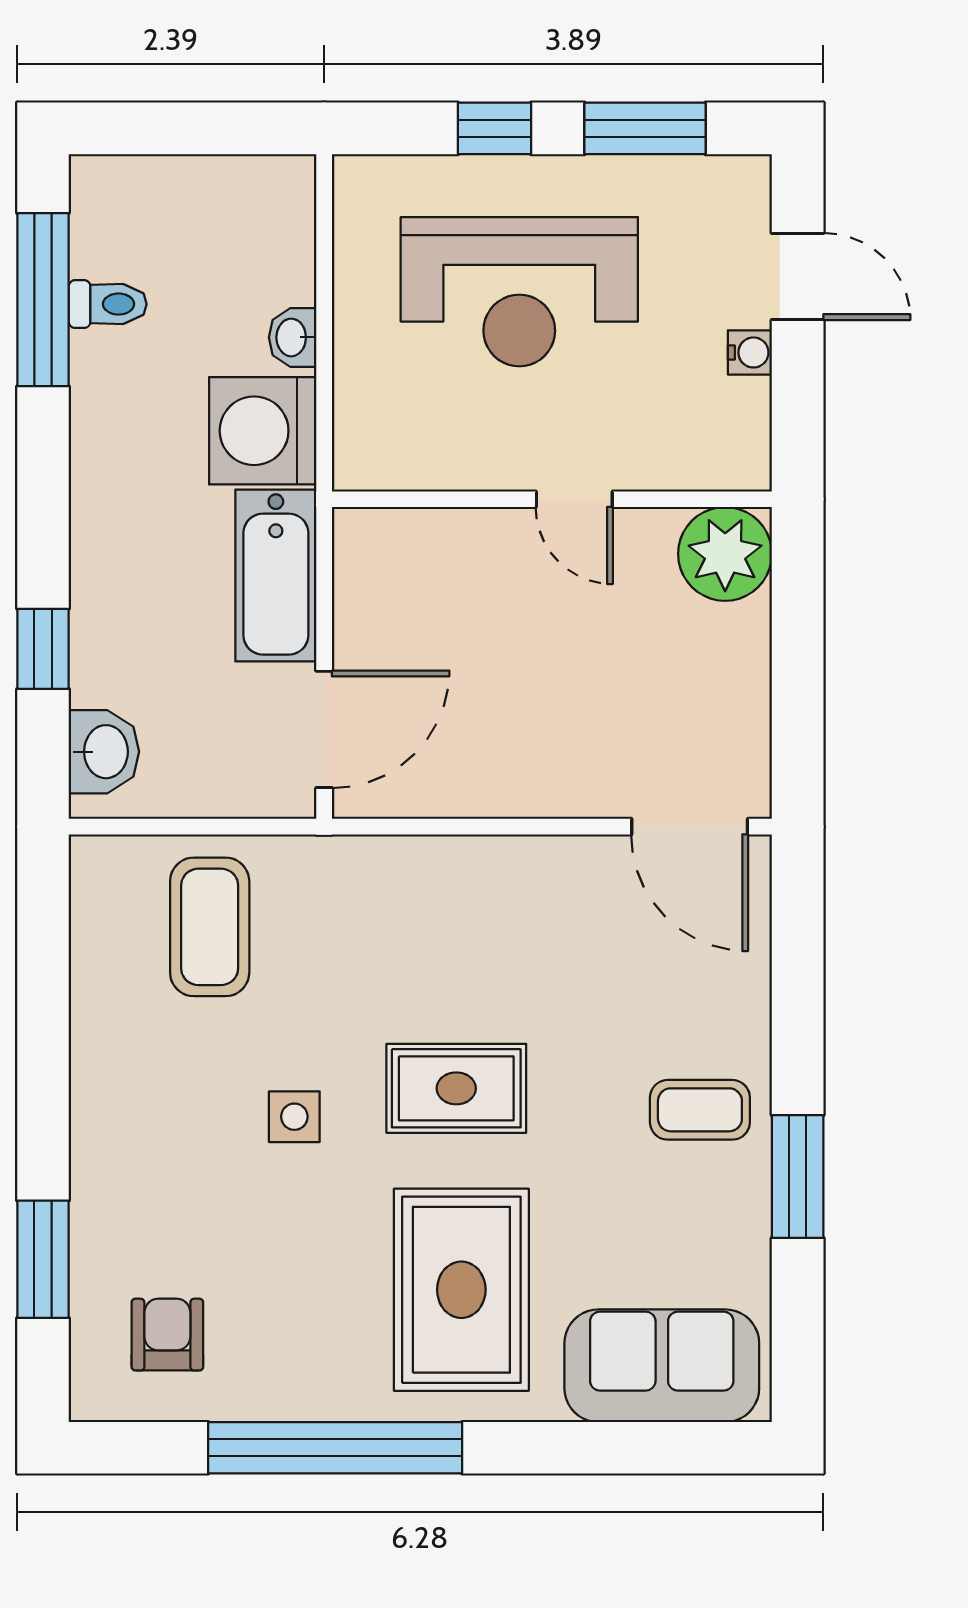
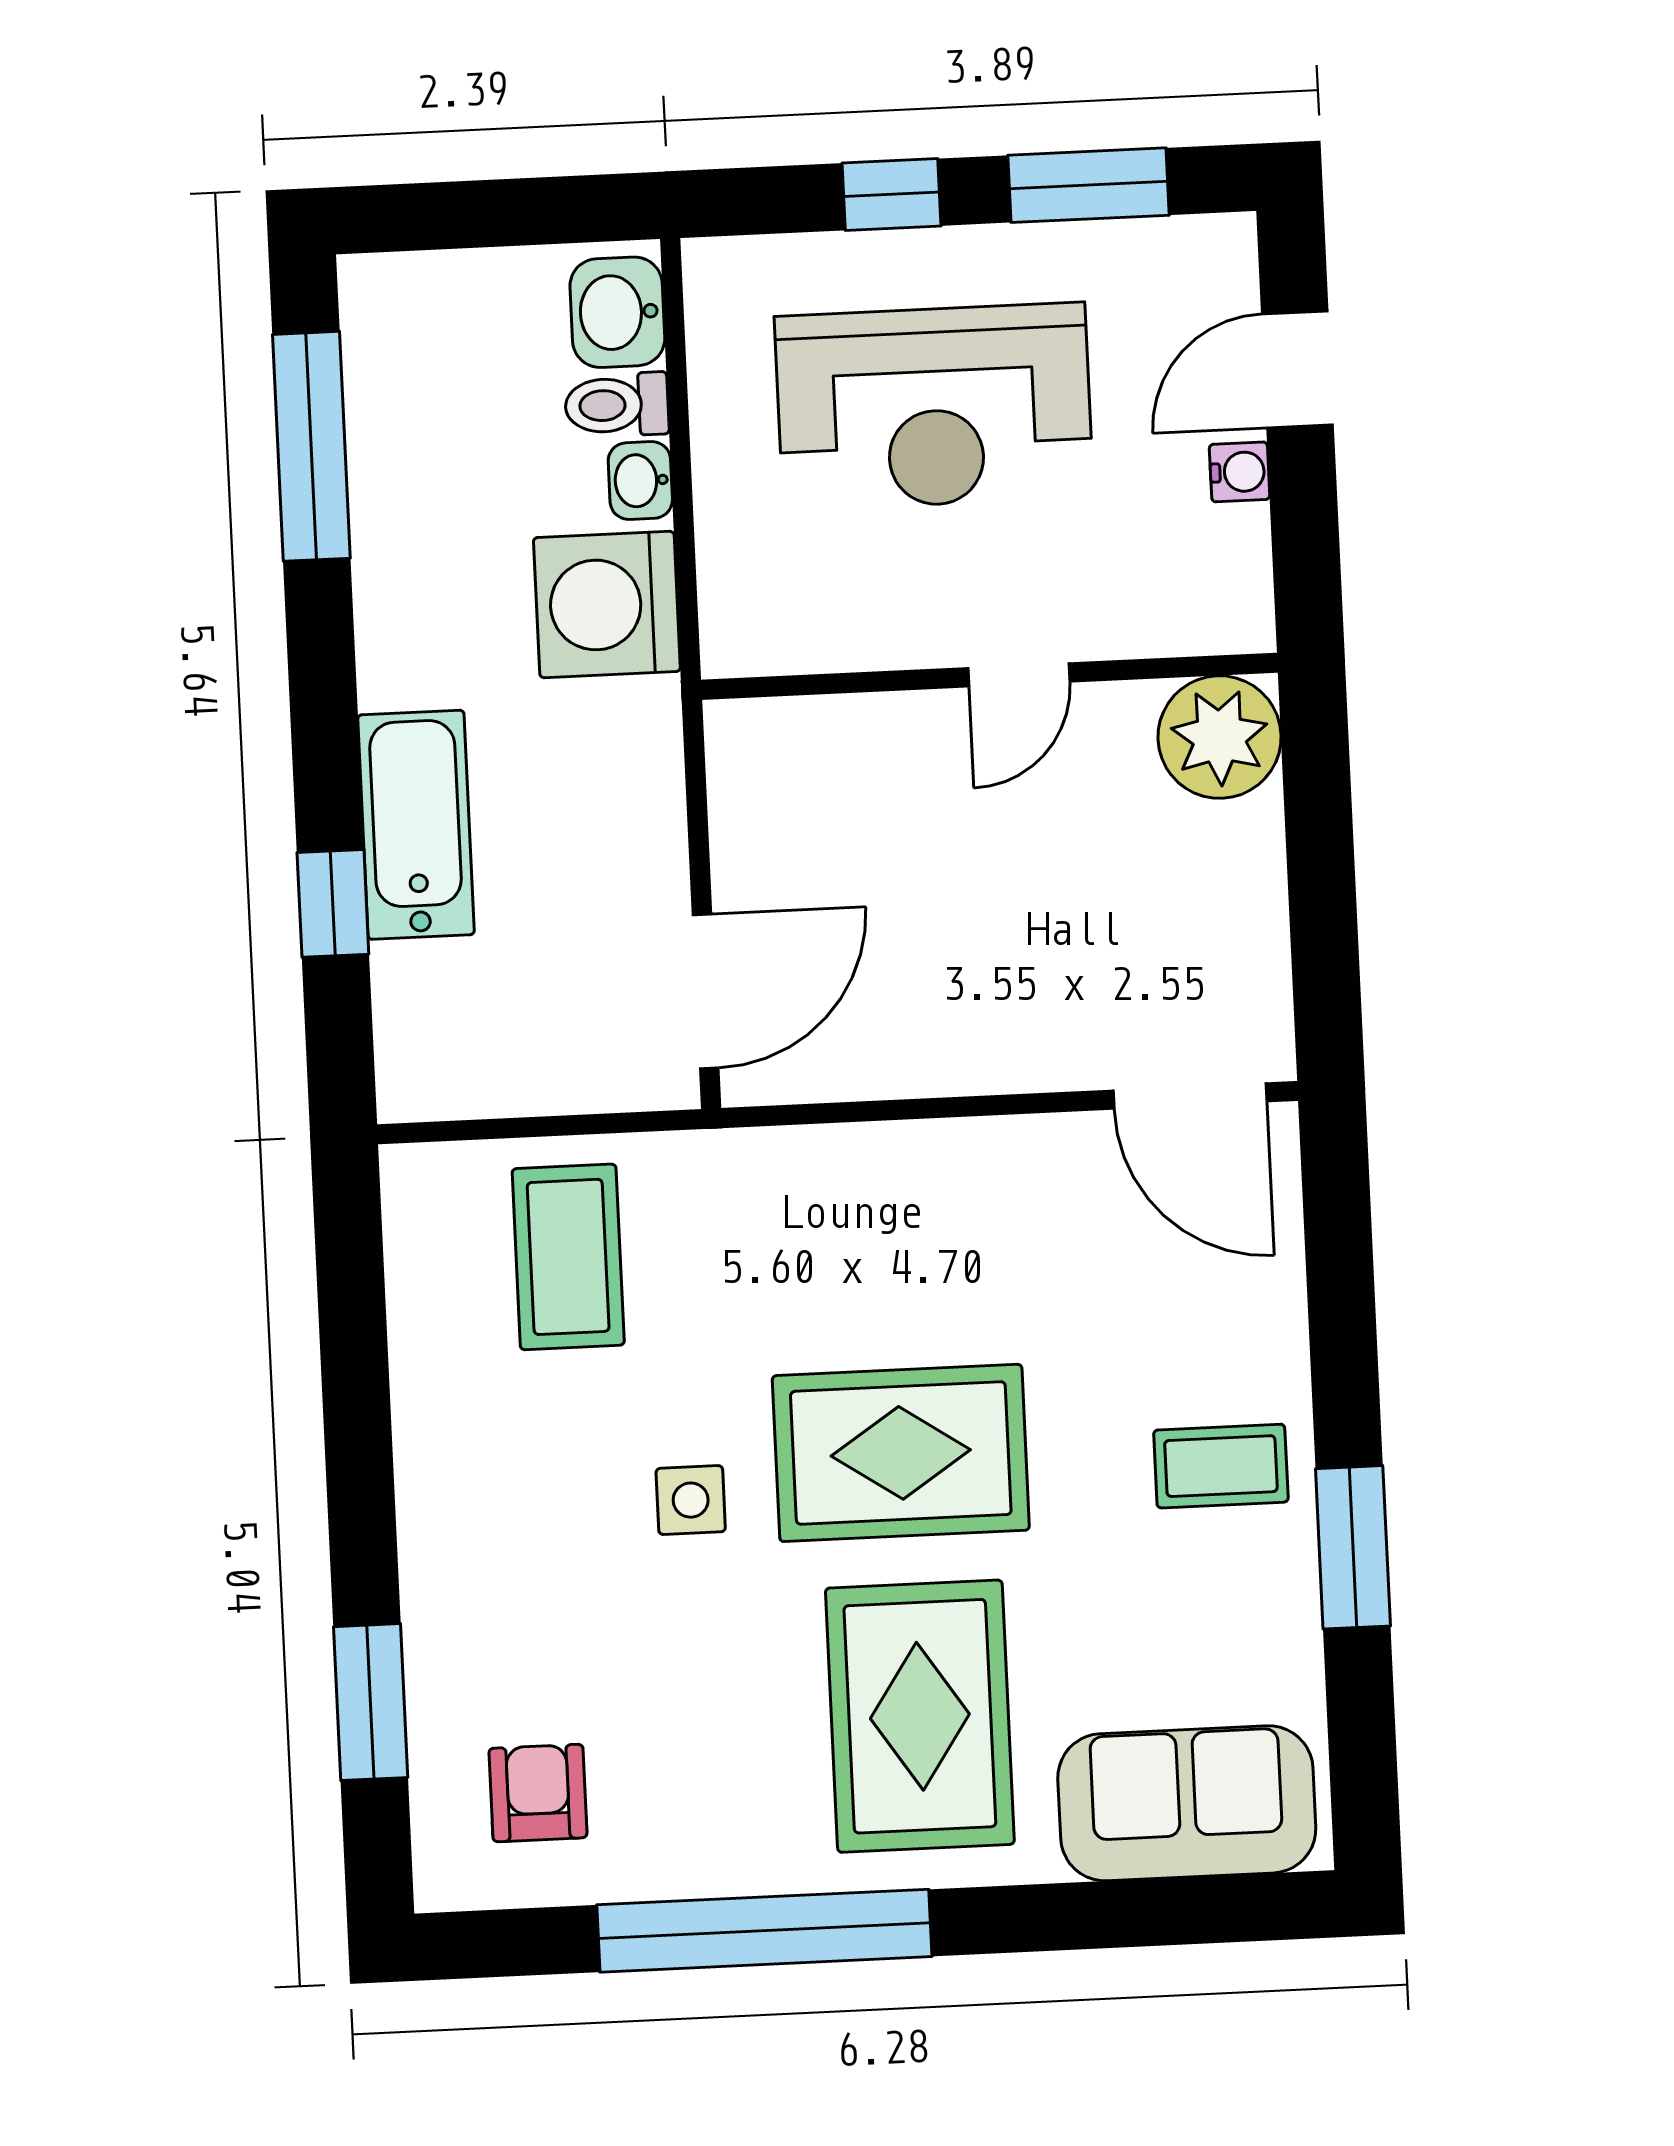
door: (798, 277) -> (1297, 370), swing flipped
toilet: (108, 304) -> (617, 405), moved, turned 180
door: (574, 499) -> (1019, 675), hinge flipped
bathtub: (276, 576) -> (416, 825), moved, turned 180
washbasin: (104, 752) -> (617, 312), moved, turned 180
rug: (456, 1088) -> (901, 1453), width x1.36, depth x1.43

